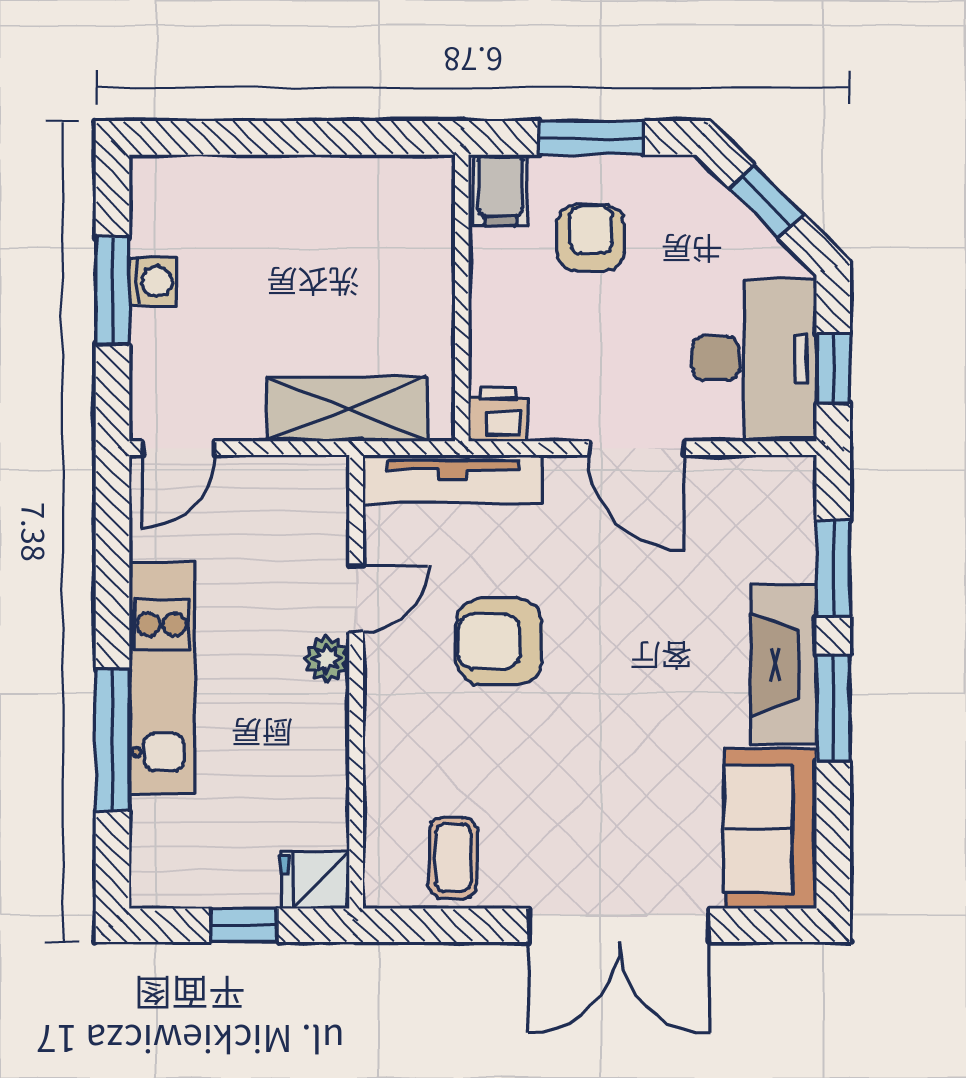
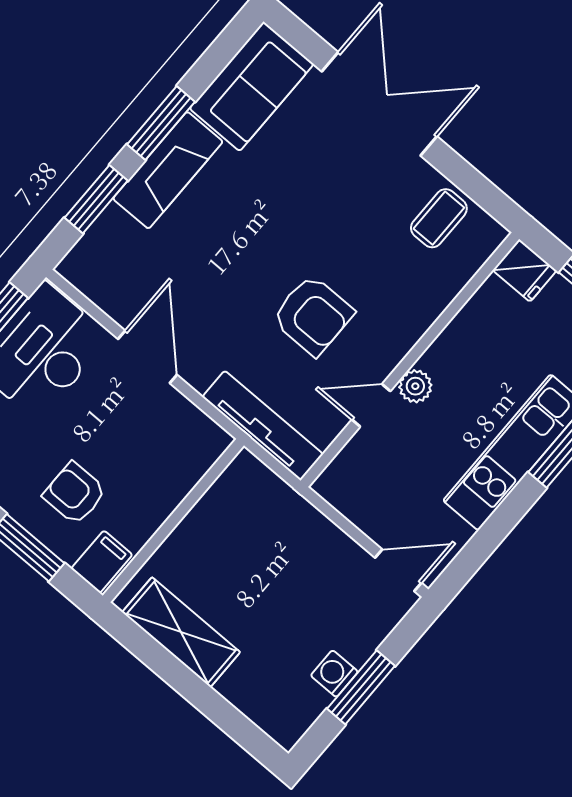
armchair: (591, 238) -> (75, 493), turned 90
shelving: (347, 409) -> (181, 632), moved
printer: (498, 414) -> (208, 440), removed

